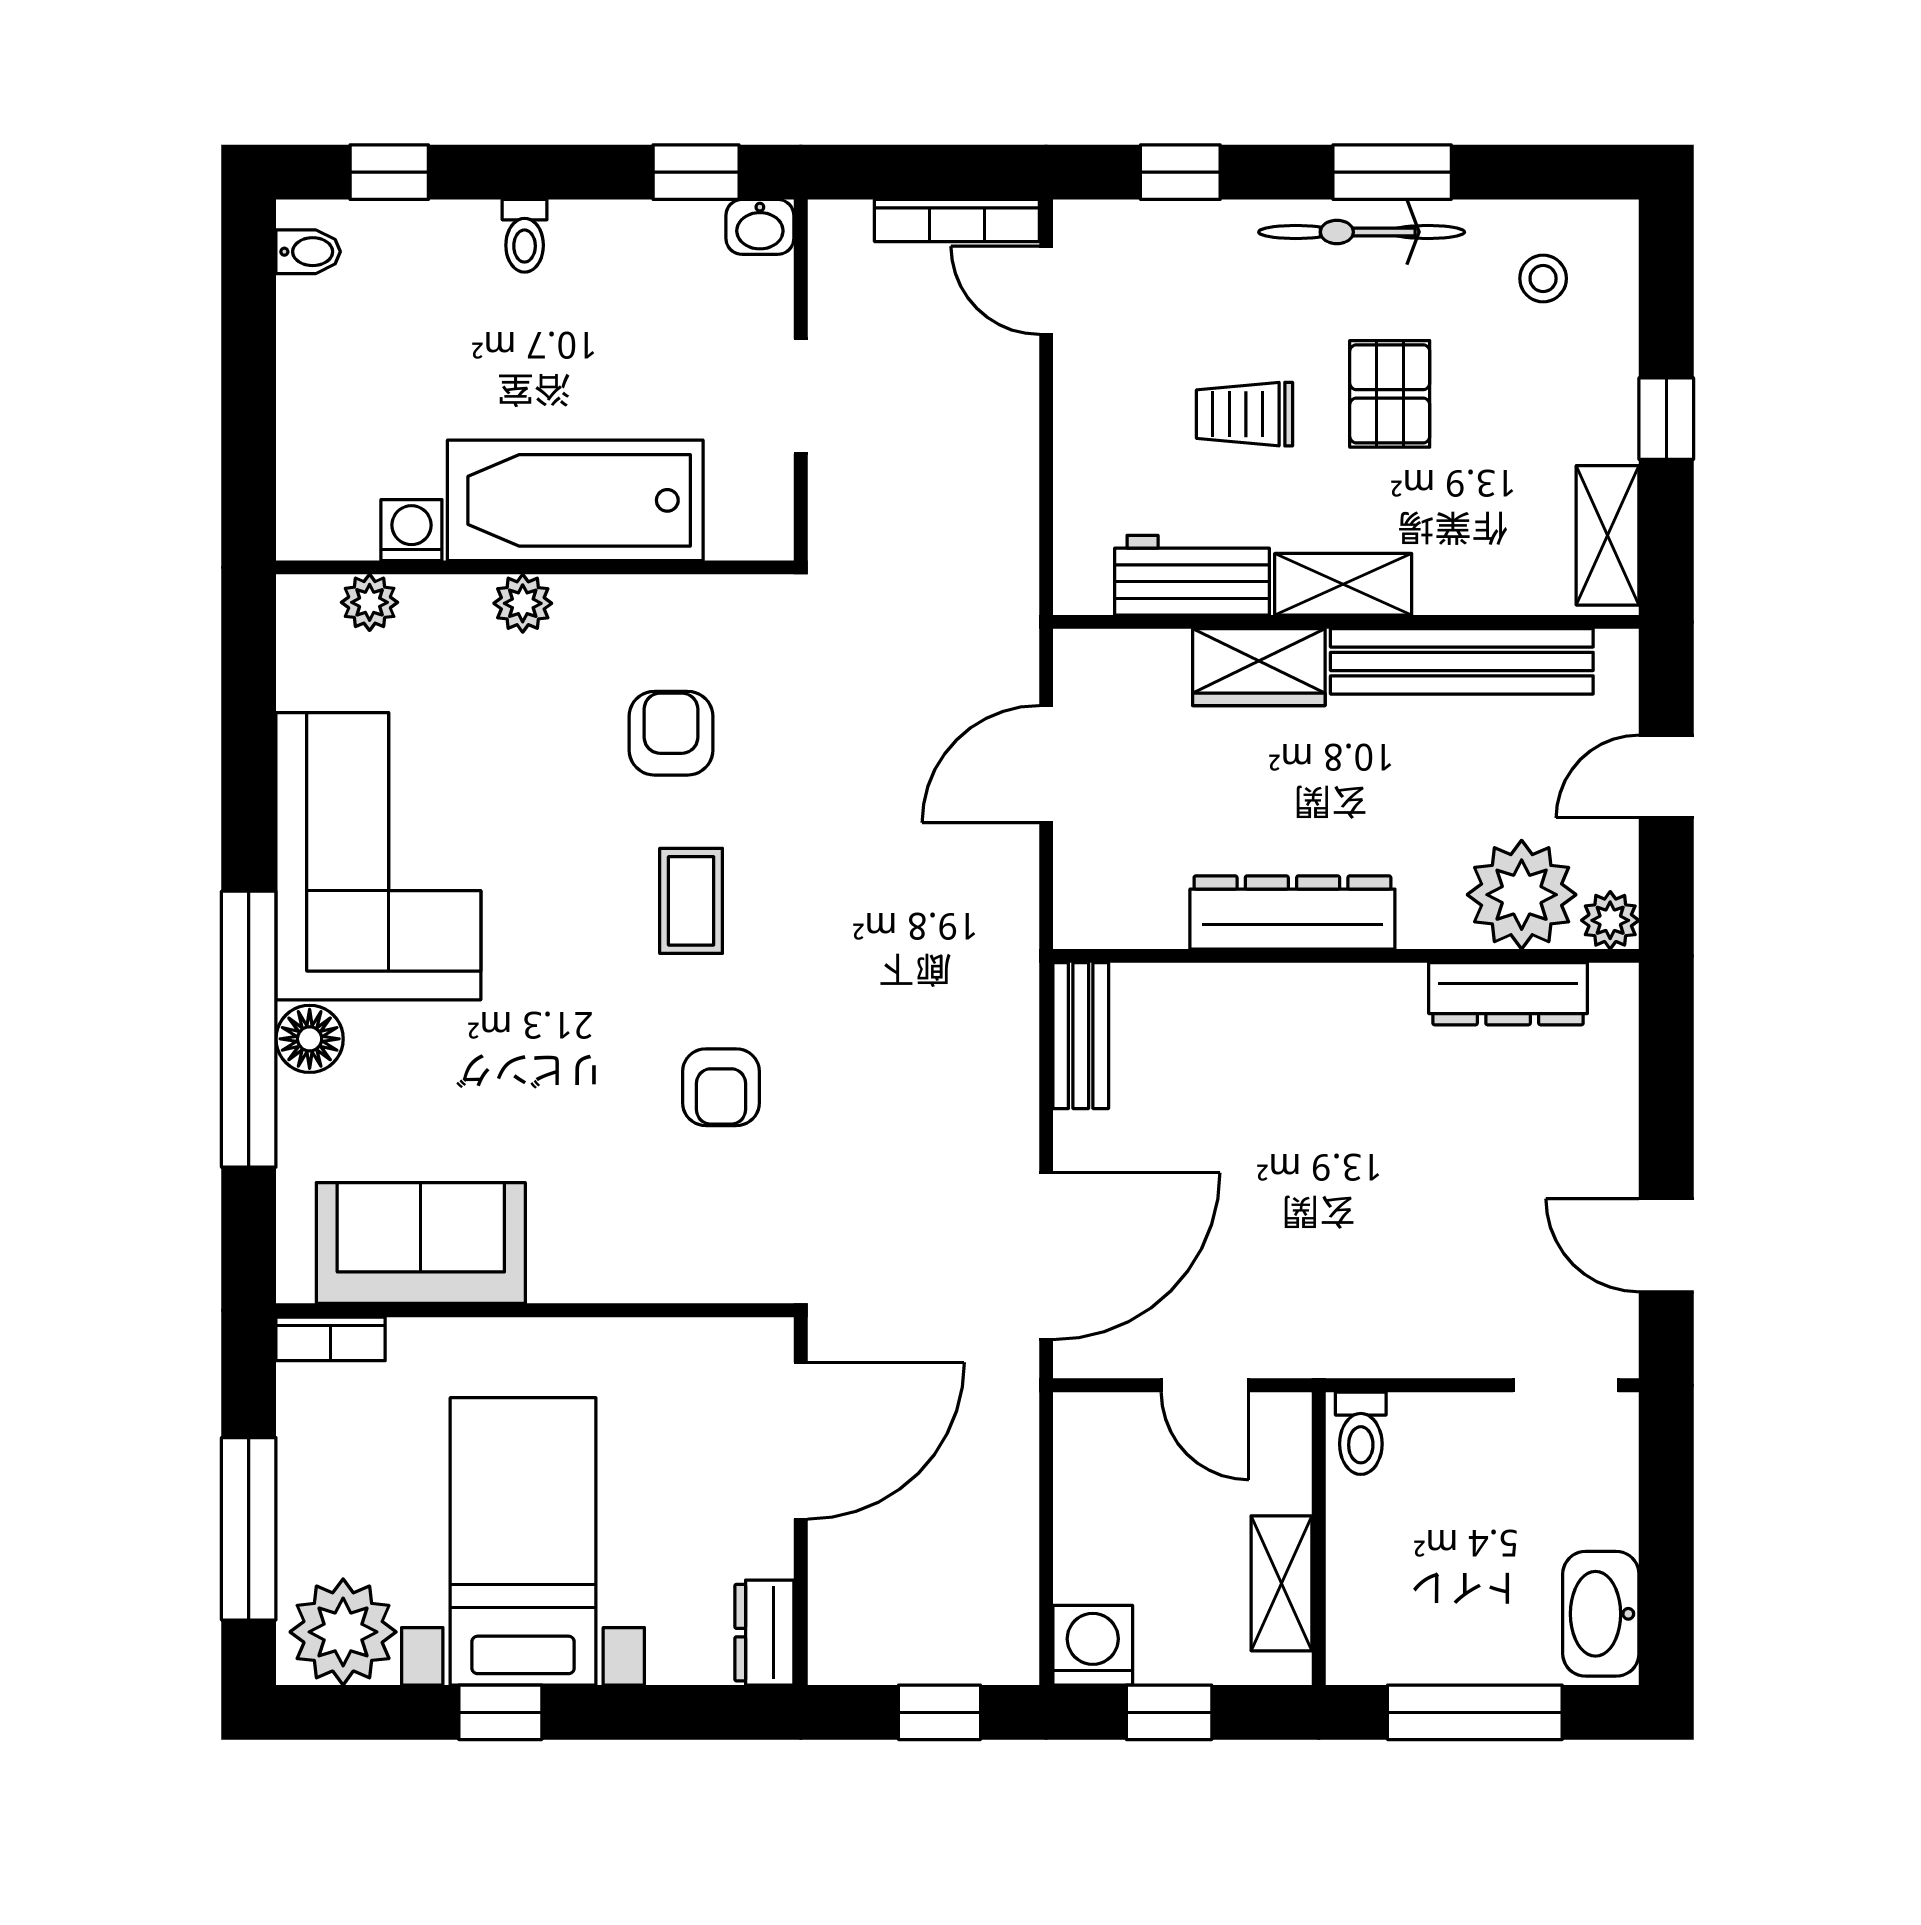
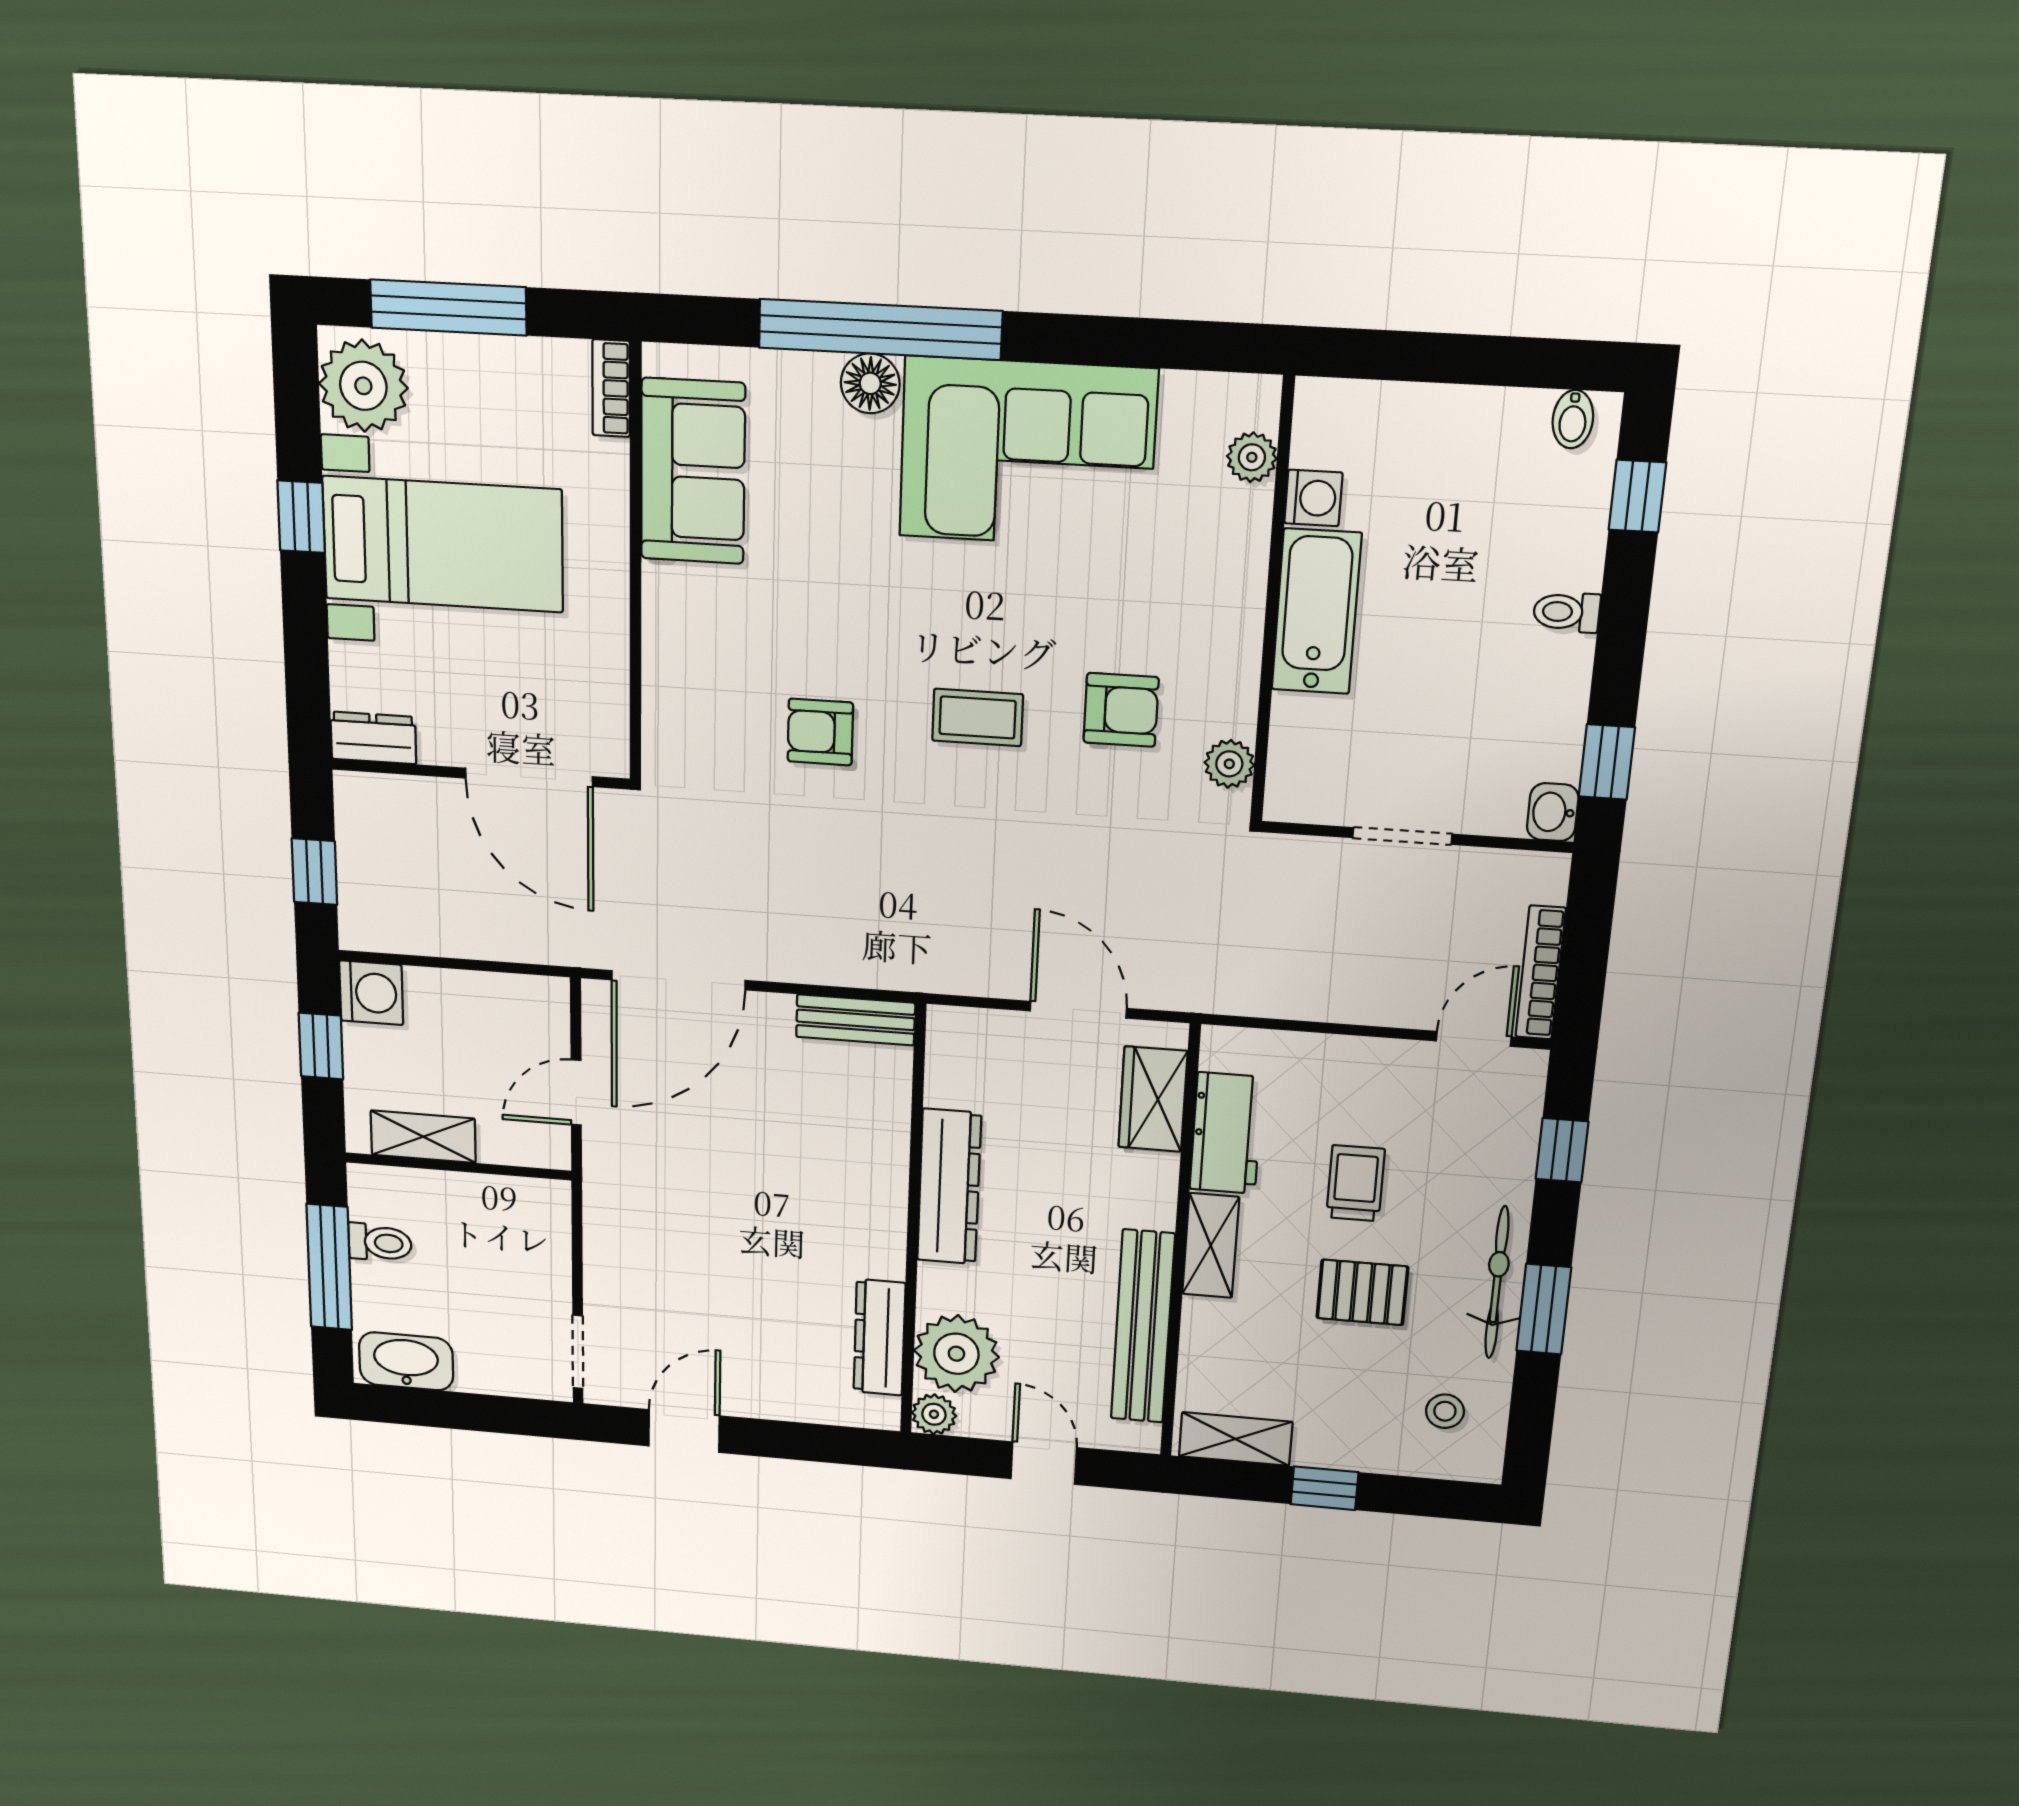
bathtub: (575, 500) -> (1317, 612), width x0.73, depth x0.73
plant: (523, 603) -> (1229, 764), moved
wardrobe: (1259, 667) -> (1153, 1099), moved
door: (1046, 1256) -> (678, 980), hinge flipped
toilet: (1361, 1433) -> (380, 1243), moved, turned 180

